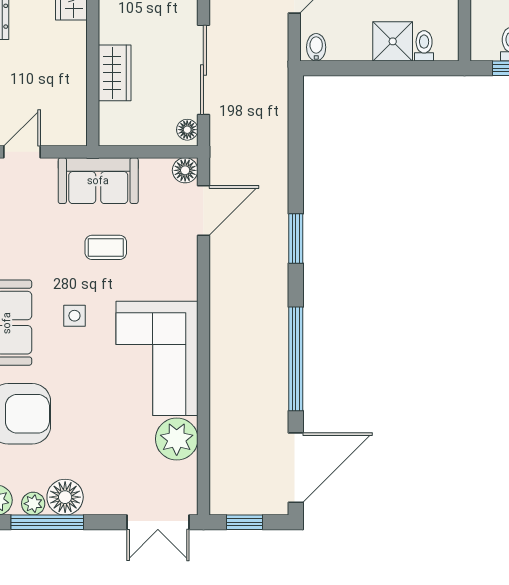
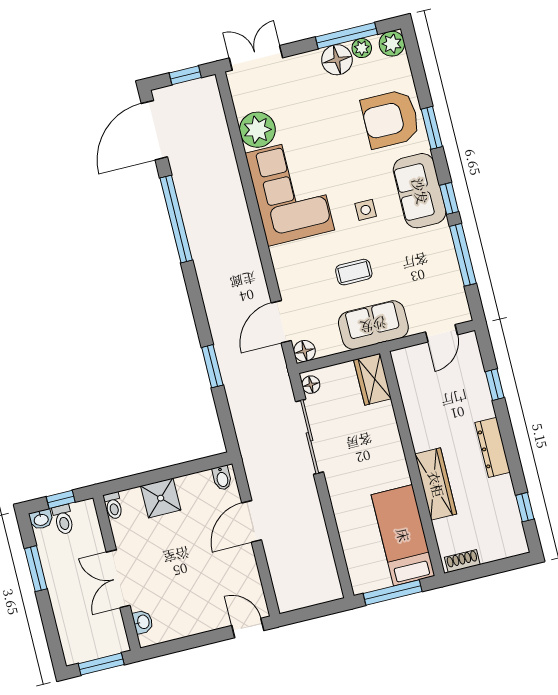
toilet: (424, 46) -> (113, 506), moved
wardrobe: (115, 73) -> (372, 379), moved
window: (296, 239) -> (212, 366), moved

